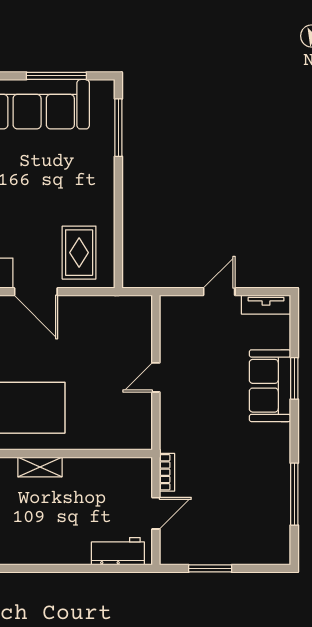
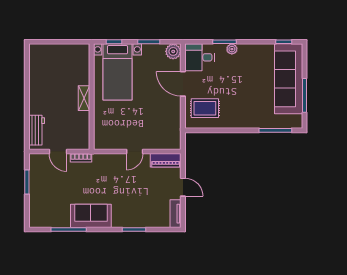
door: (36, 292) -> (183, 84), hinge flipped
piano: (172, 322) -> (166, 160), added
door: (156, 377) -> (135, 151), swing flipped
sofa: (270, 386) -> (91, 216), moved
shelving: (40, 467) -> (84, 98), moved

